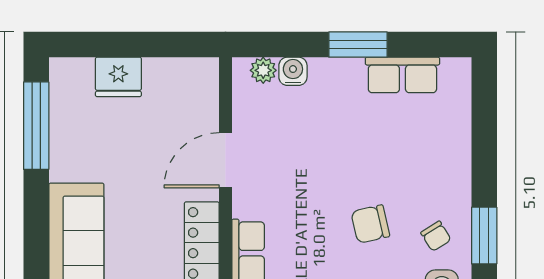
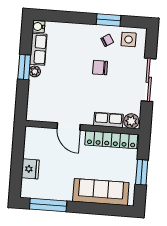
plant: (263, 70) -> (35, 71), moved
water cooler: (293, 71) -> (39, 27), moved
chair: (370, 224) -> (100, 68), turned 103

